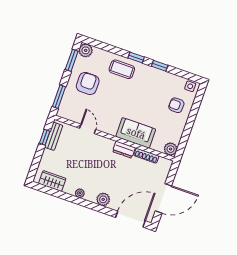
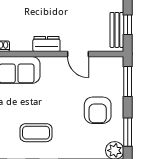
coffee table: (122, 69) -> (36, 133), moved
dresser: (124, 150) -> (46, 44), moved

